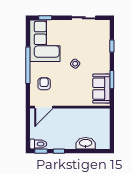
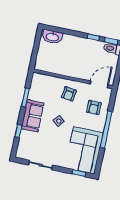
sofa: (101, 89) -> (33, 116), moved
armchair: (71, 92) -> (69, 94), added
washbasin: (86, 143) -> (52, 37), moved

